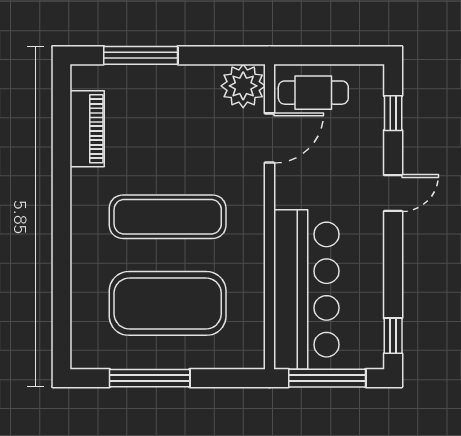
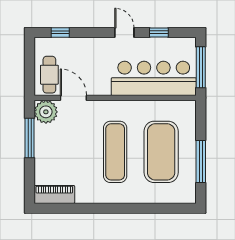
window: (141, 55) -> (30, 138), moved
piano: (87, 129) -> (54, 194), moved
door: (393, 193) -> (124, 32), moved
window: (393, 336) -> (159, 32), moved

